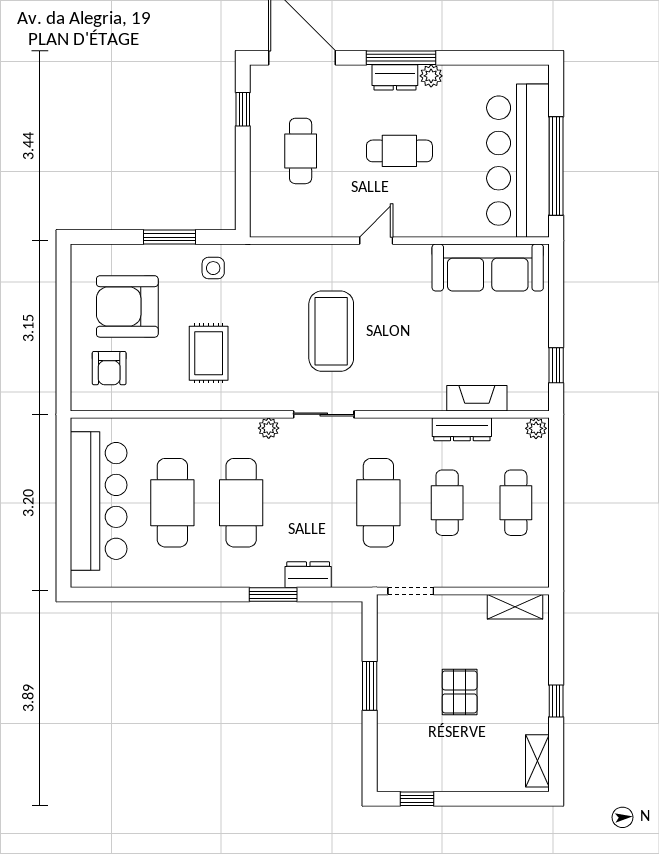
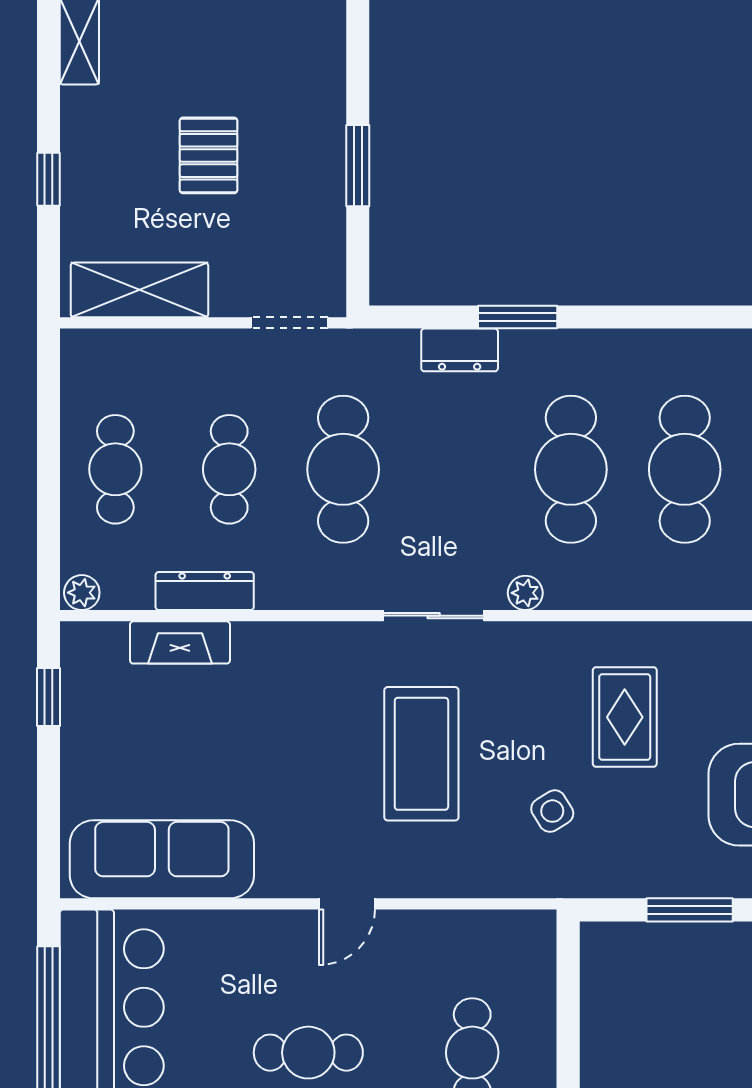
side table: (213, 268) -> (552, 811), moved, turned -32
shelving: (515, 607) -> (139, 290), width x1.50, depth x1.33
window: (556, 701) -> (48, 179), moved

